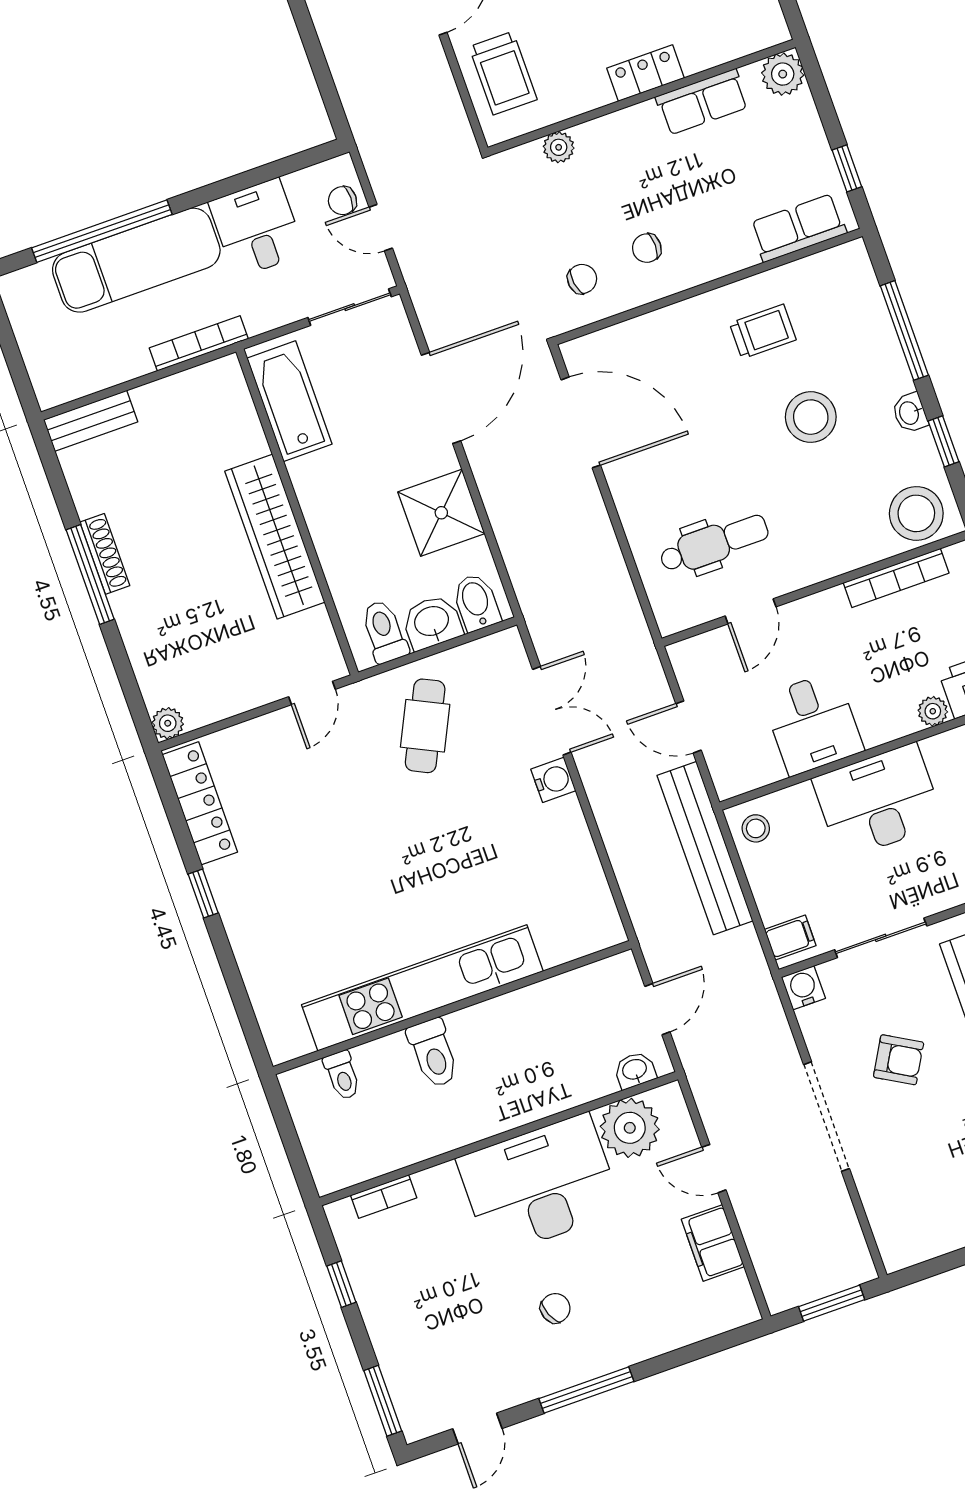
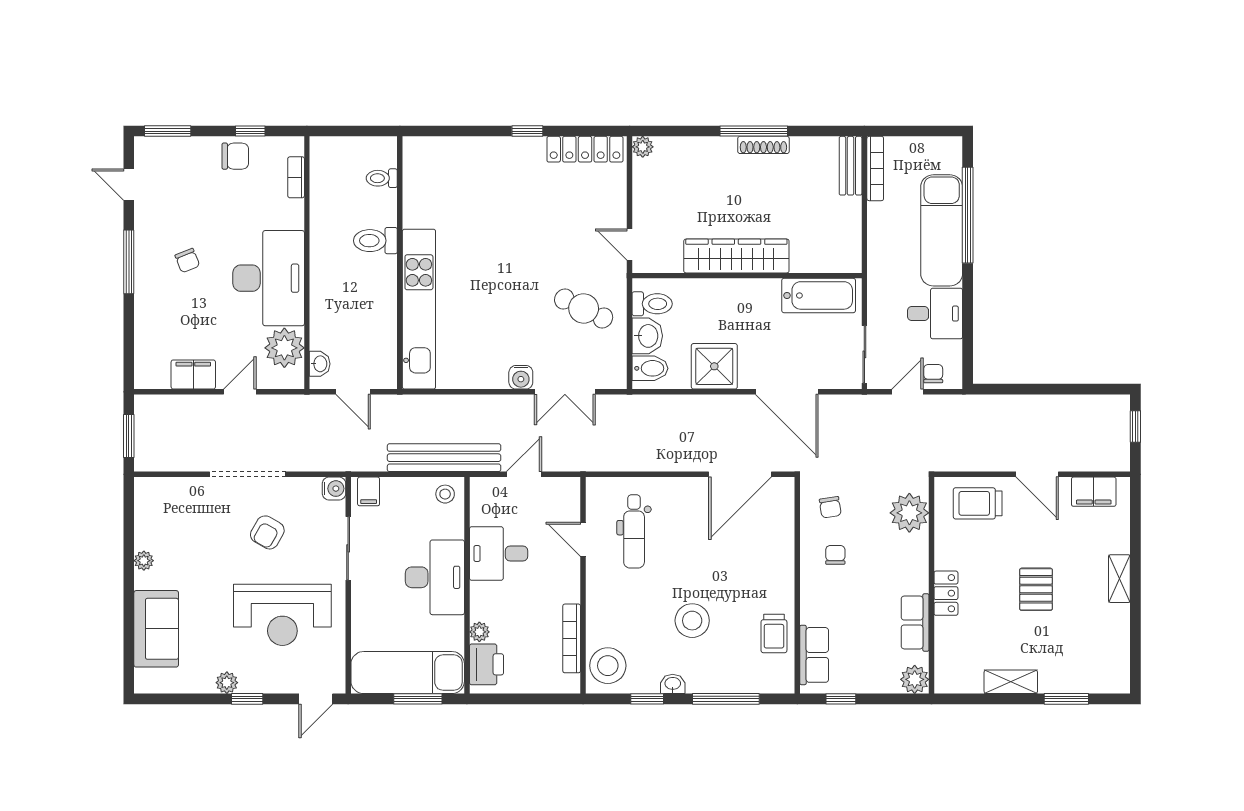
plant: (559, 147) -> (909, 513), width x1.87, depth x1.87
trolley: (763, 331) -> (774, 633), moved
bookcase: (199, 343) -> (875, 168), moved
kitchen unit: (422, 988) -> (419, 309), moved
chair: (384, 1293) -> (235, 156), added

